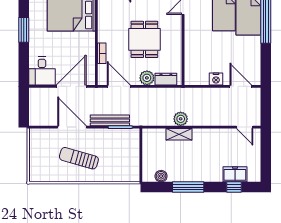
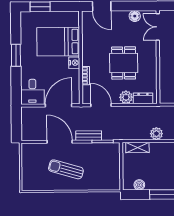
nightstand: (89, 39) -> (74, 63), added
bench: (110, 120) -> (89, 136), width x0.73
shelving: (179, 134) -> (137, 148), moved

